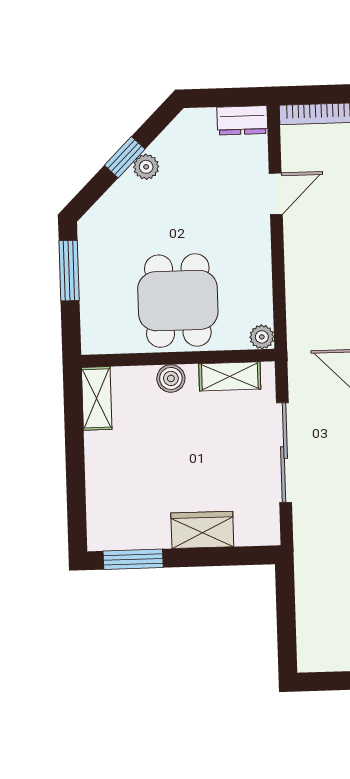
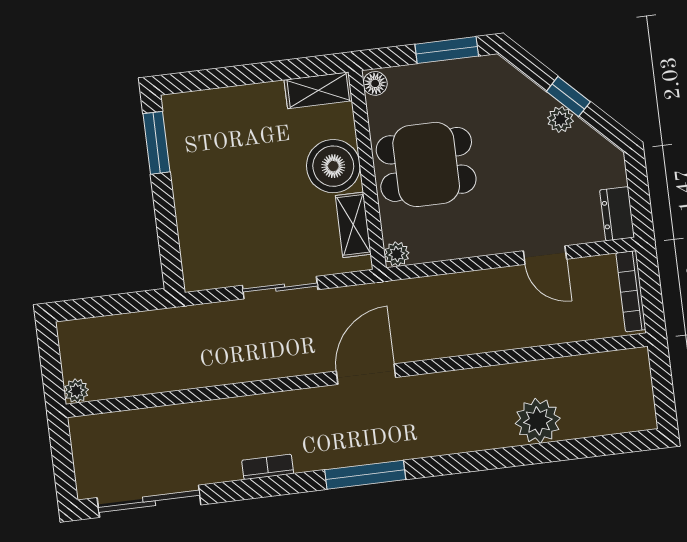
floor lamp: (95, 343) -> (375, 83), added
boiler: (171, 378) -> (333, 166), width x1.86, depth x1.86
sliding door: (284, 453) -> (280, 288), width x0.73
wardrobe: (202, 530) -> (193, 211), removed

